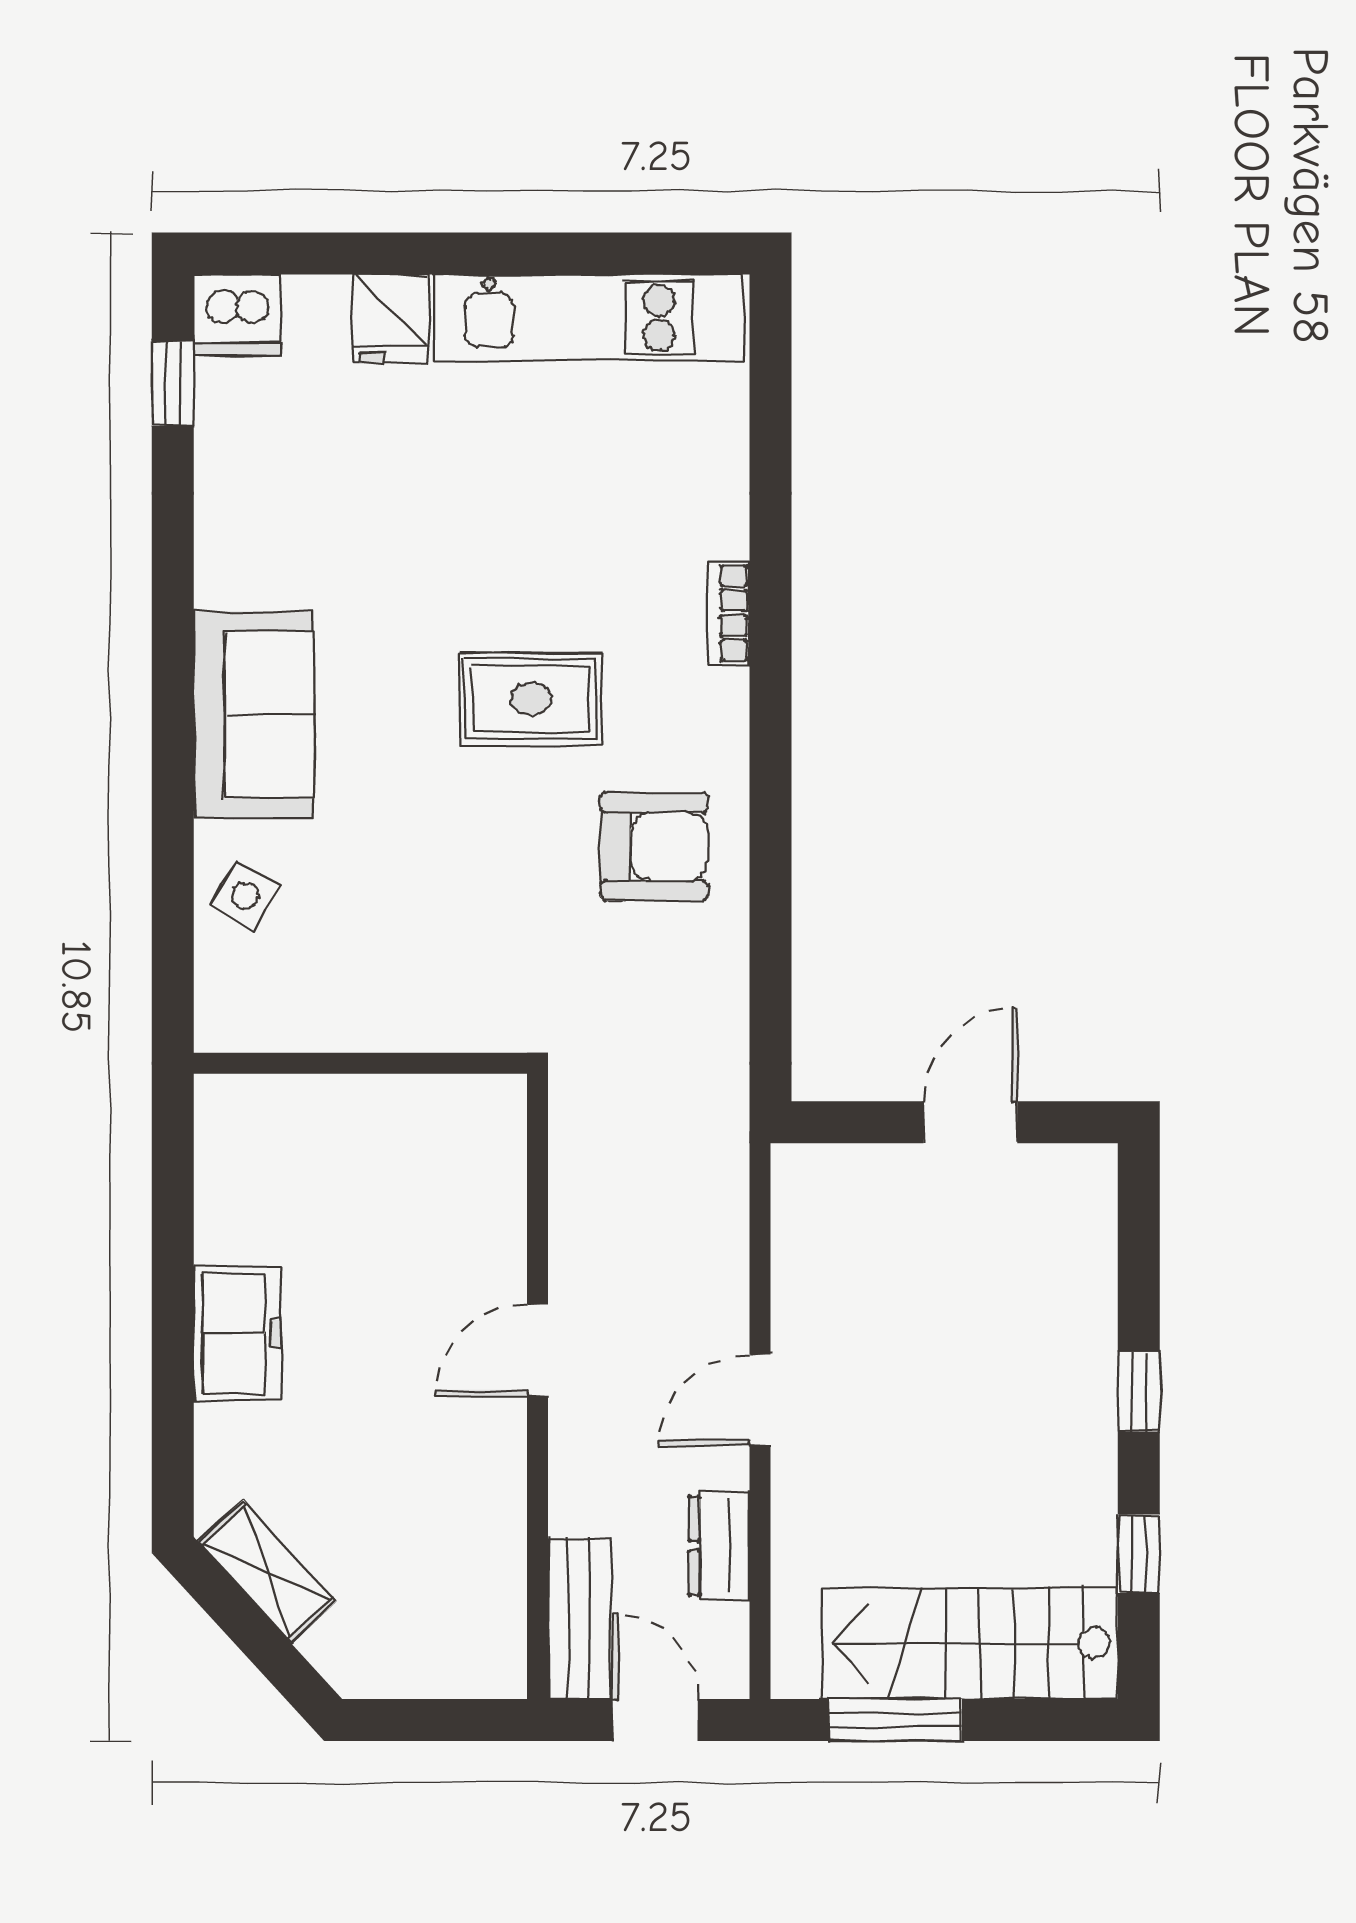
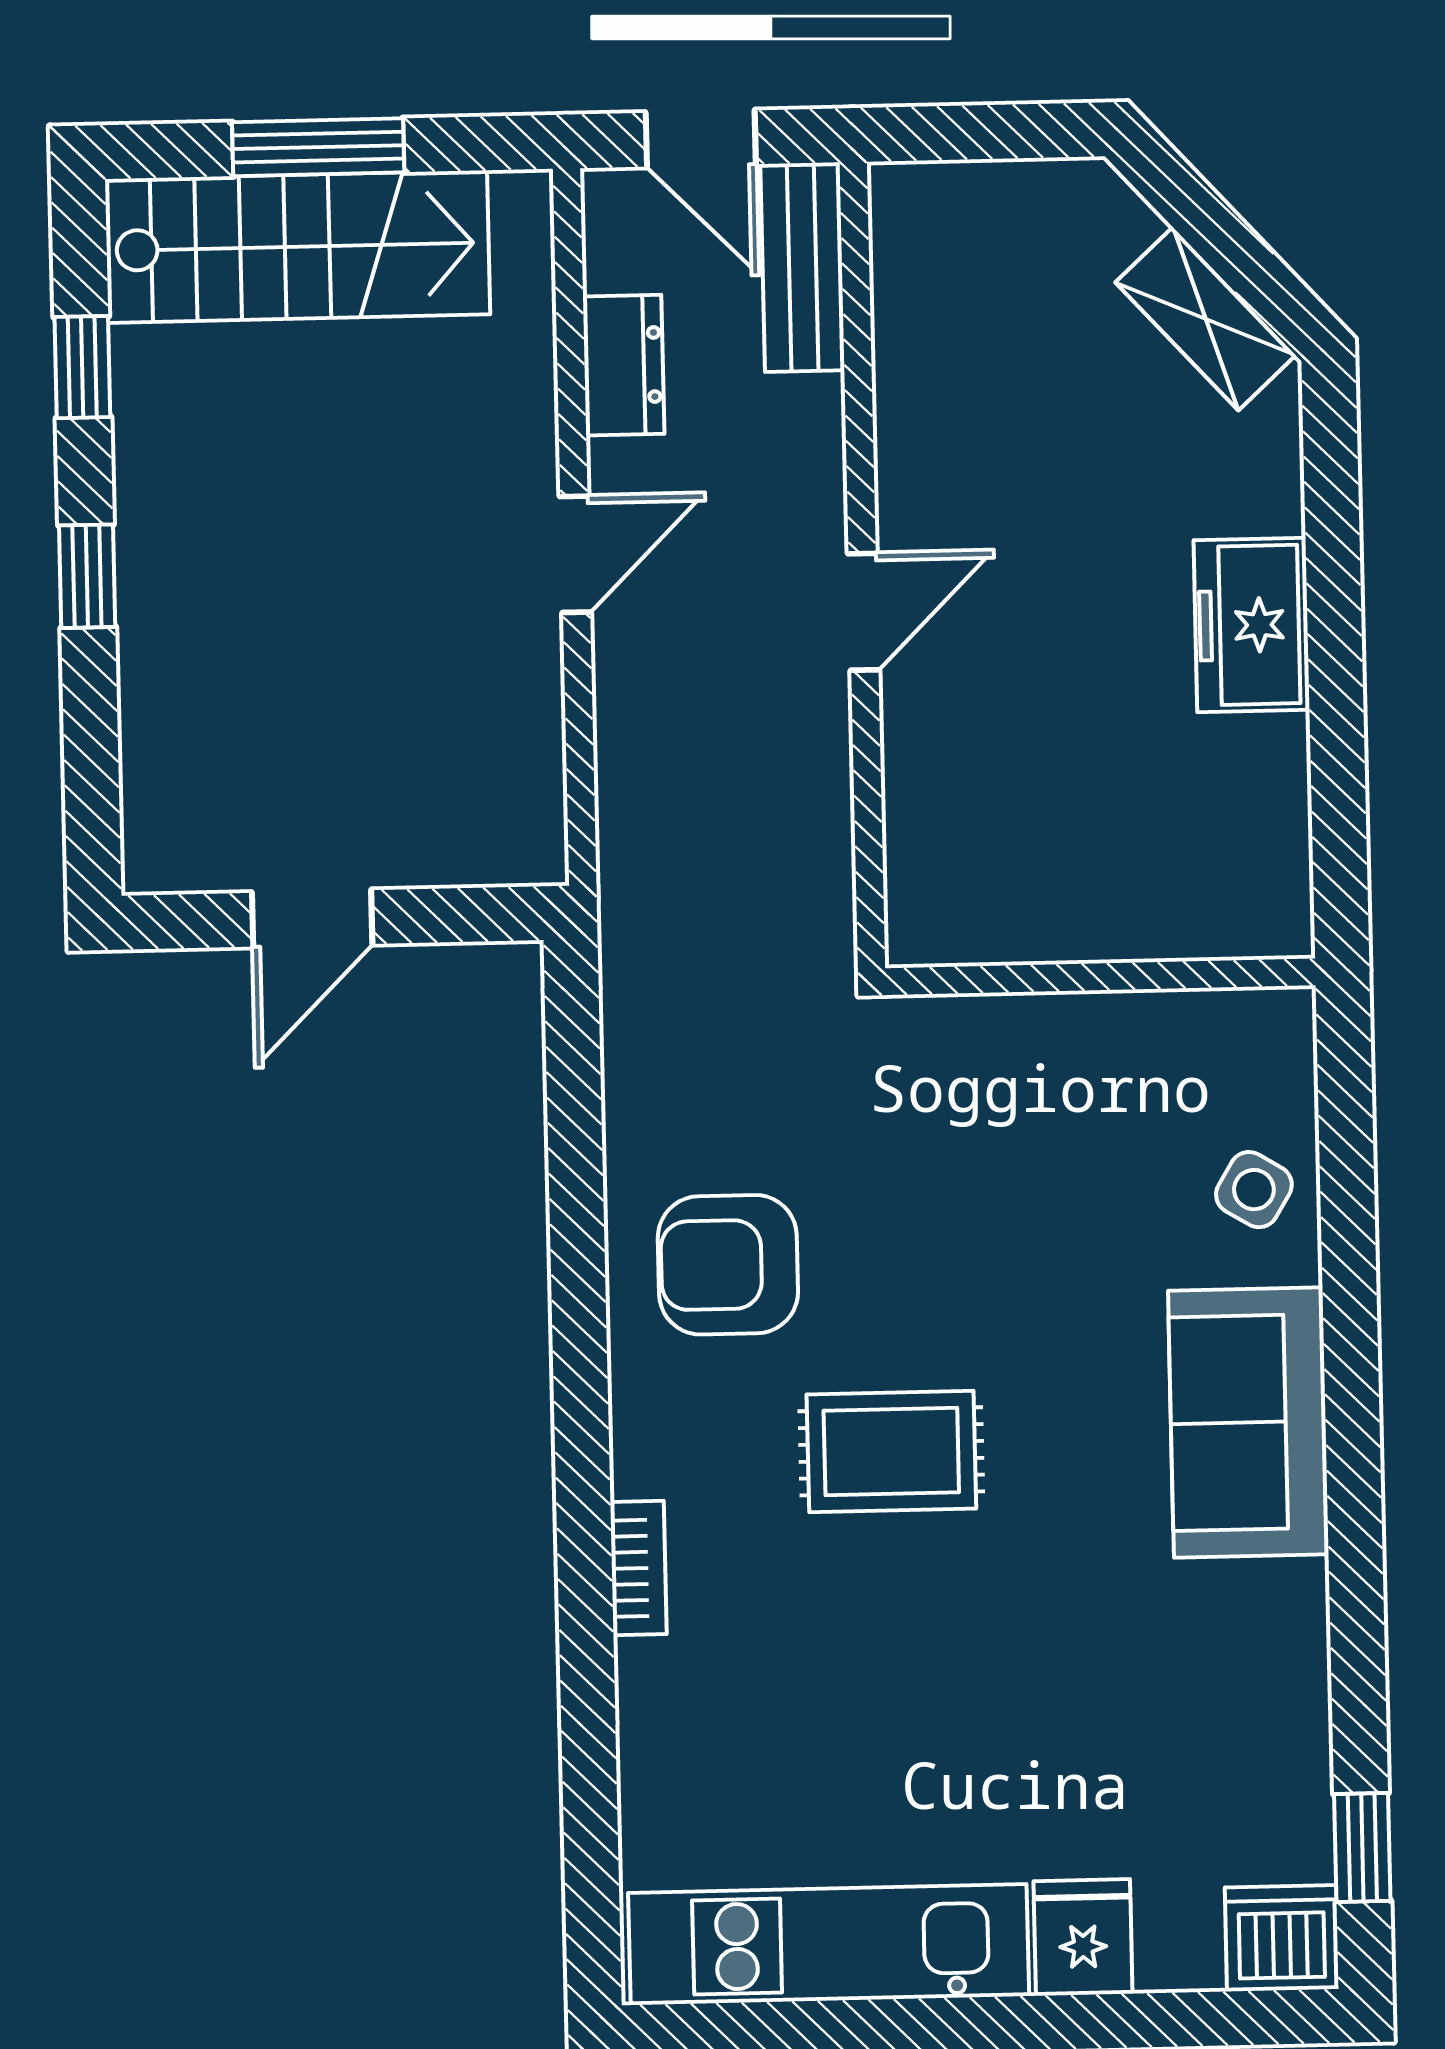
window: (895, 1720) -> (318, 147), moved

